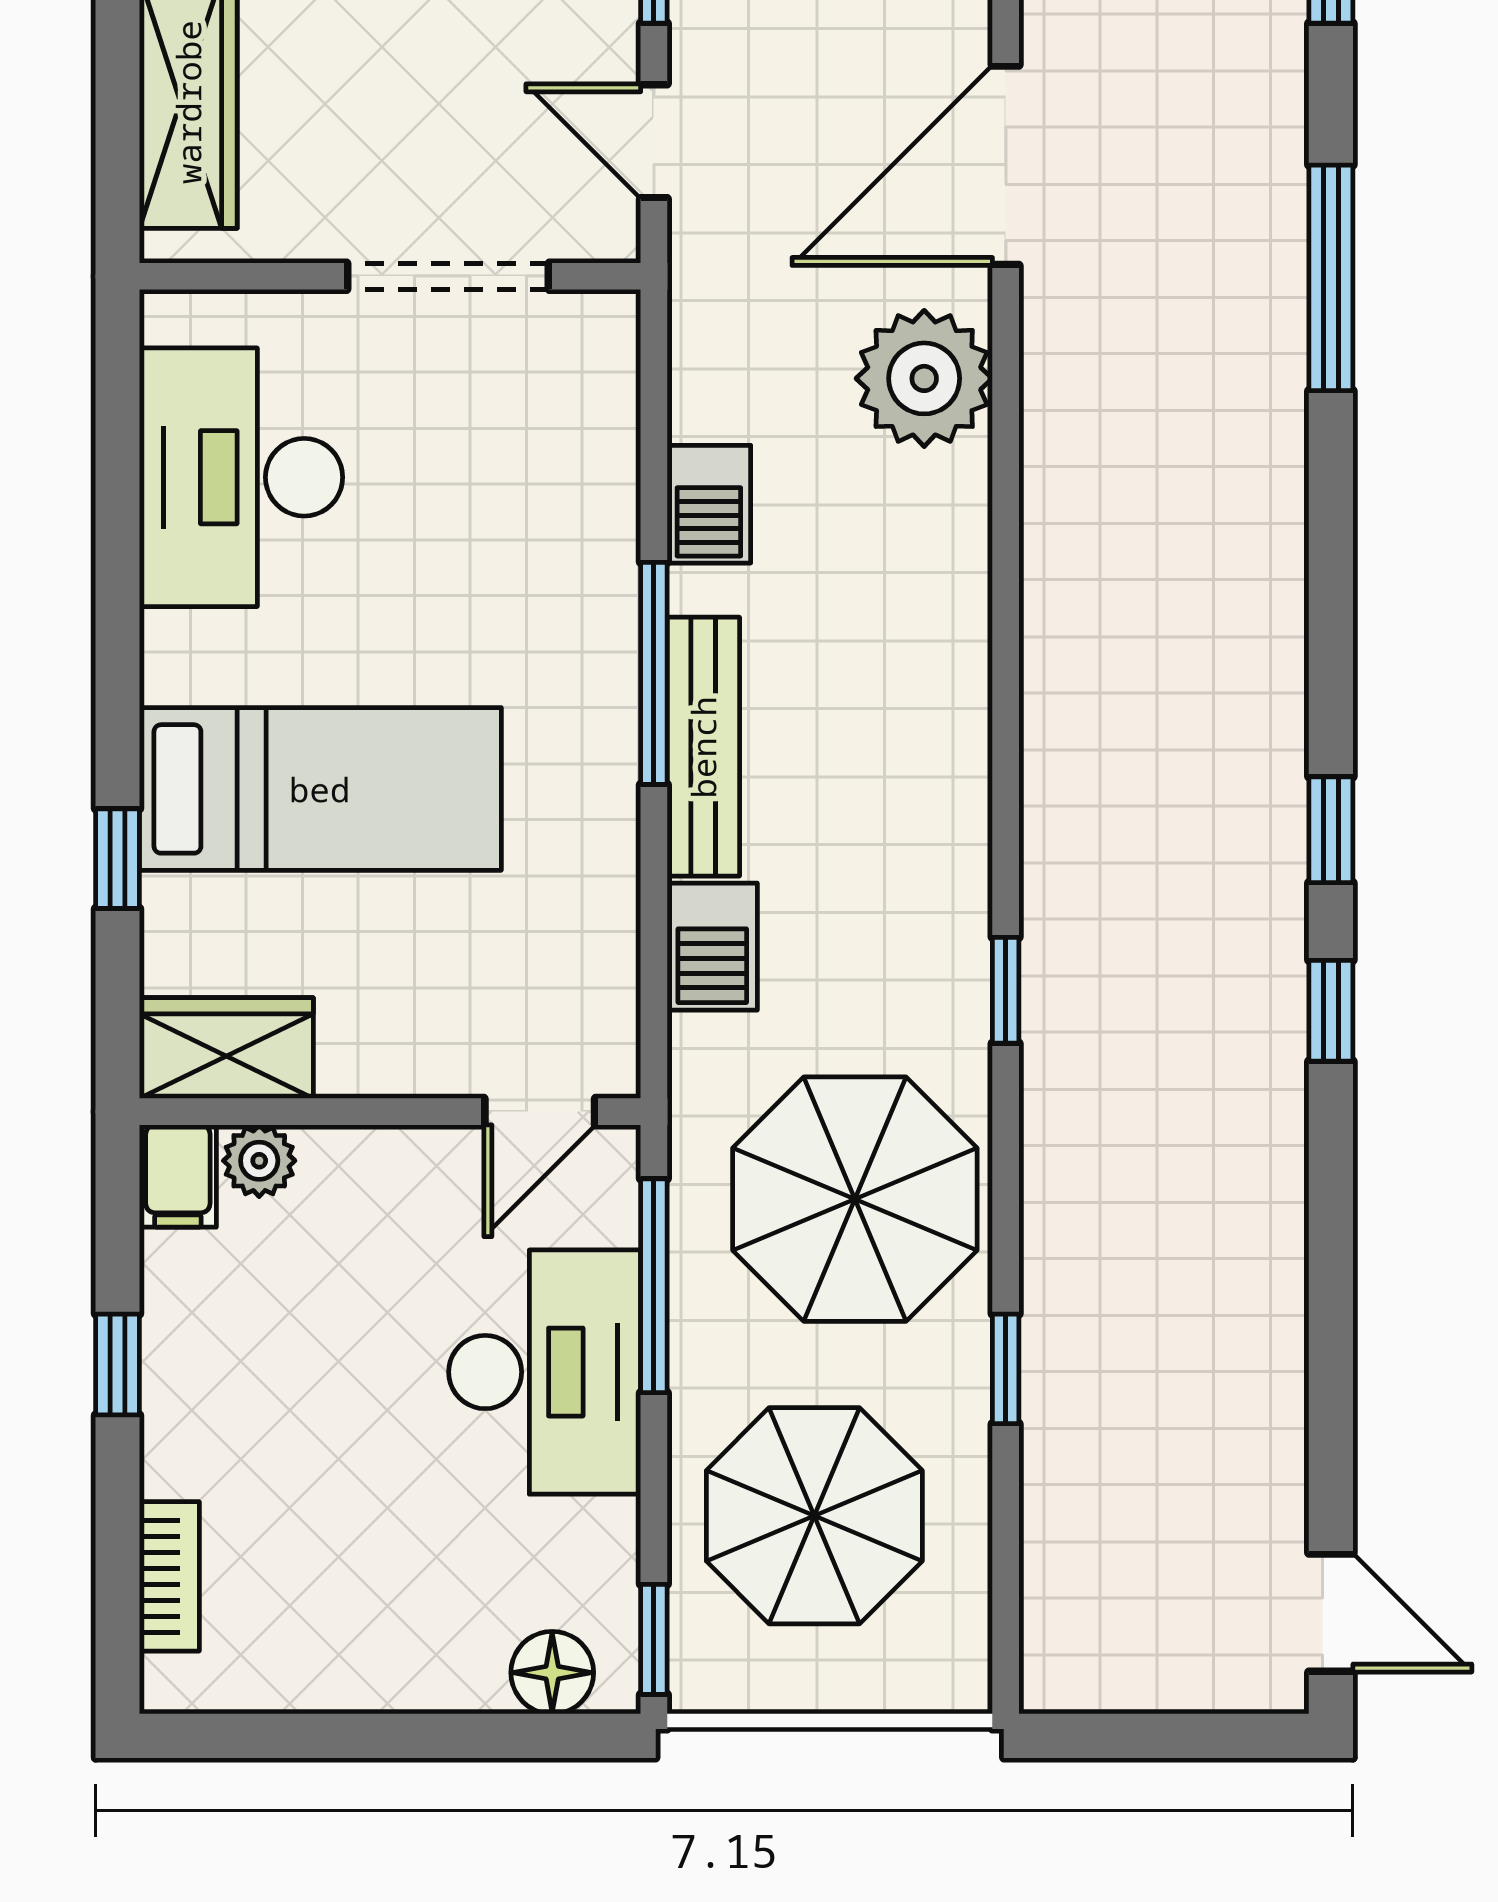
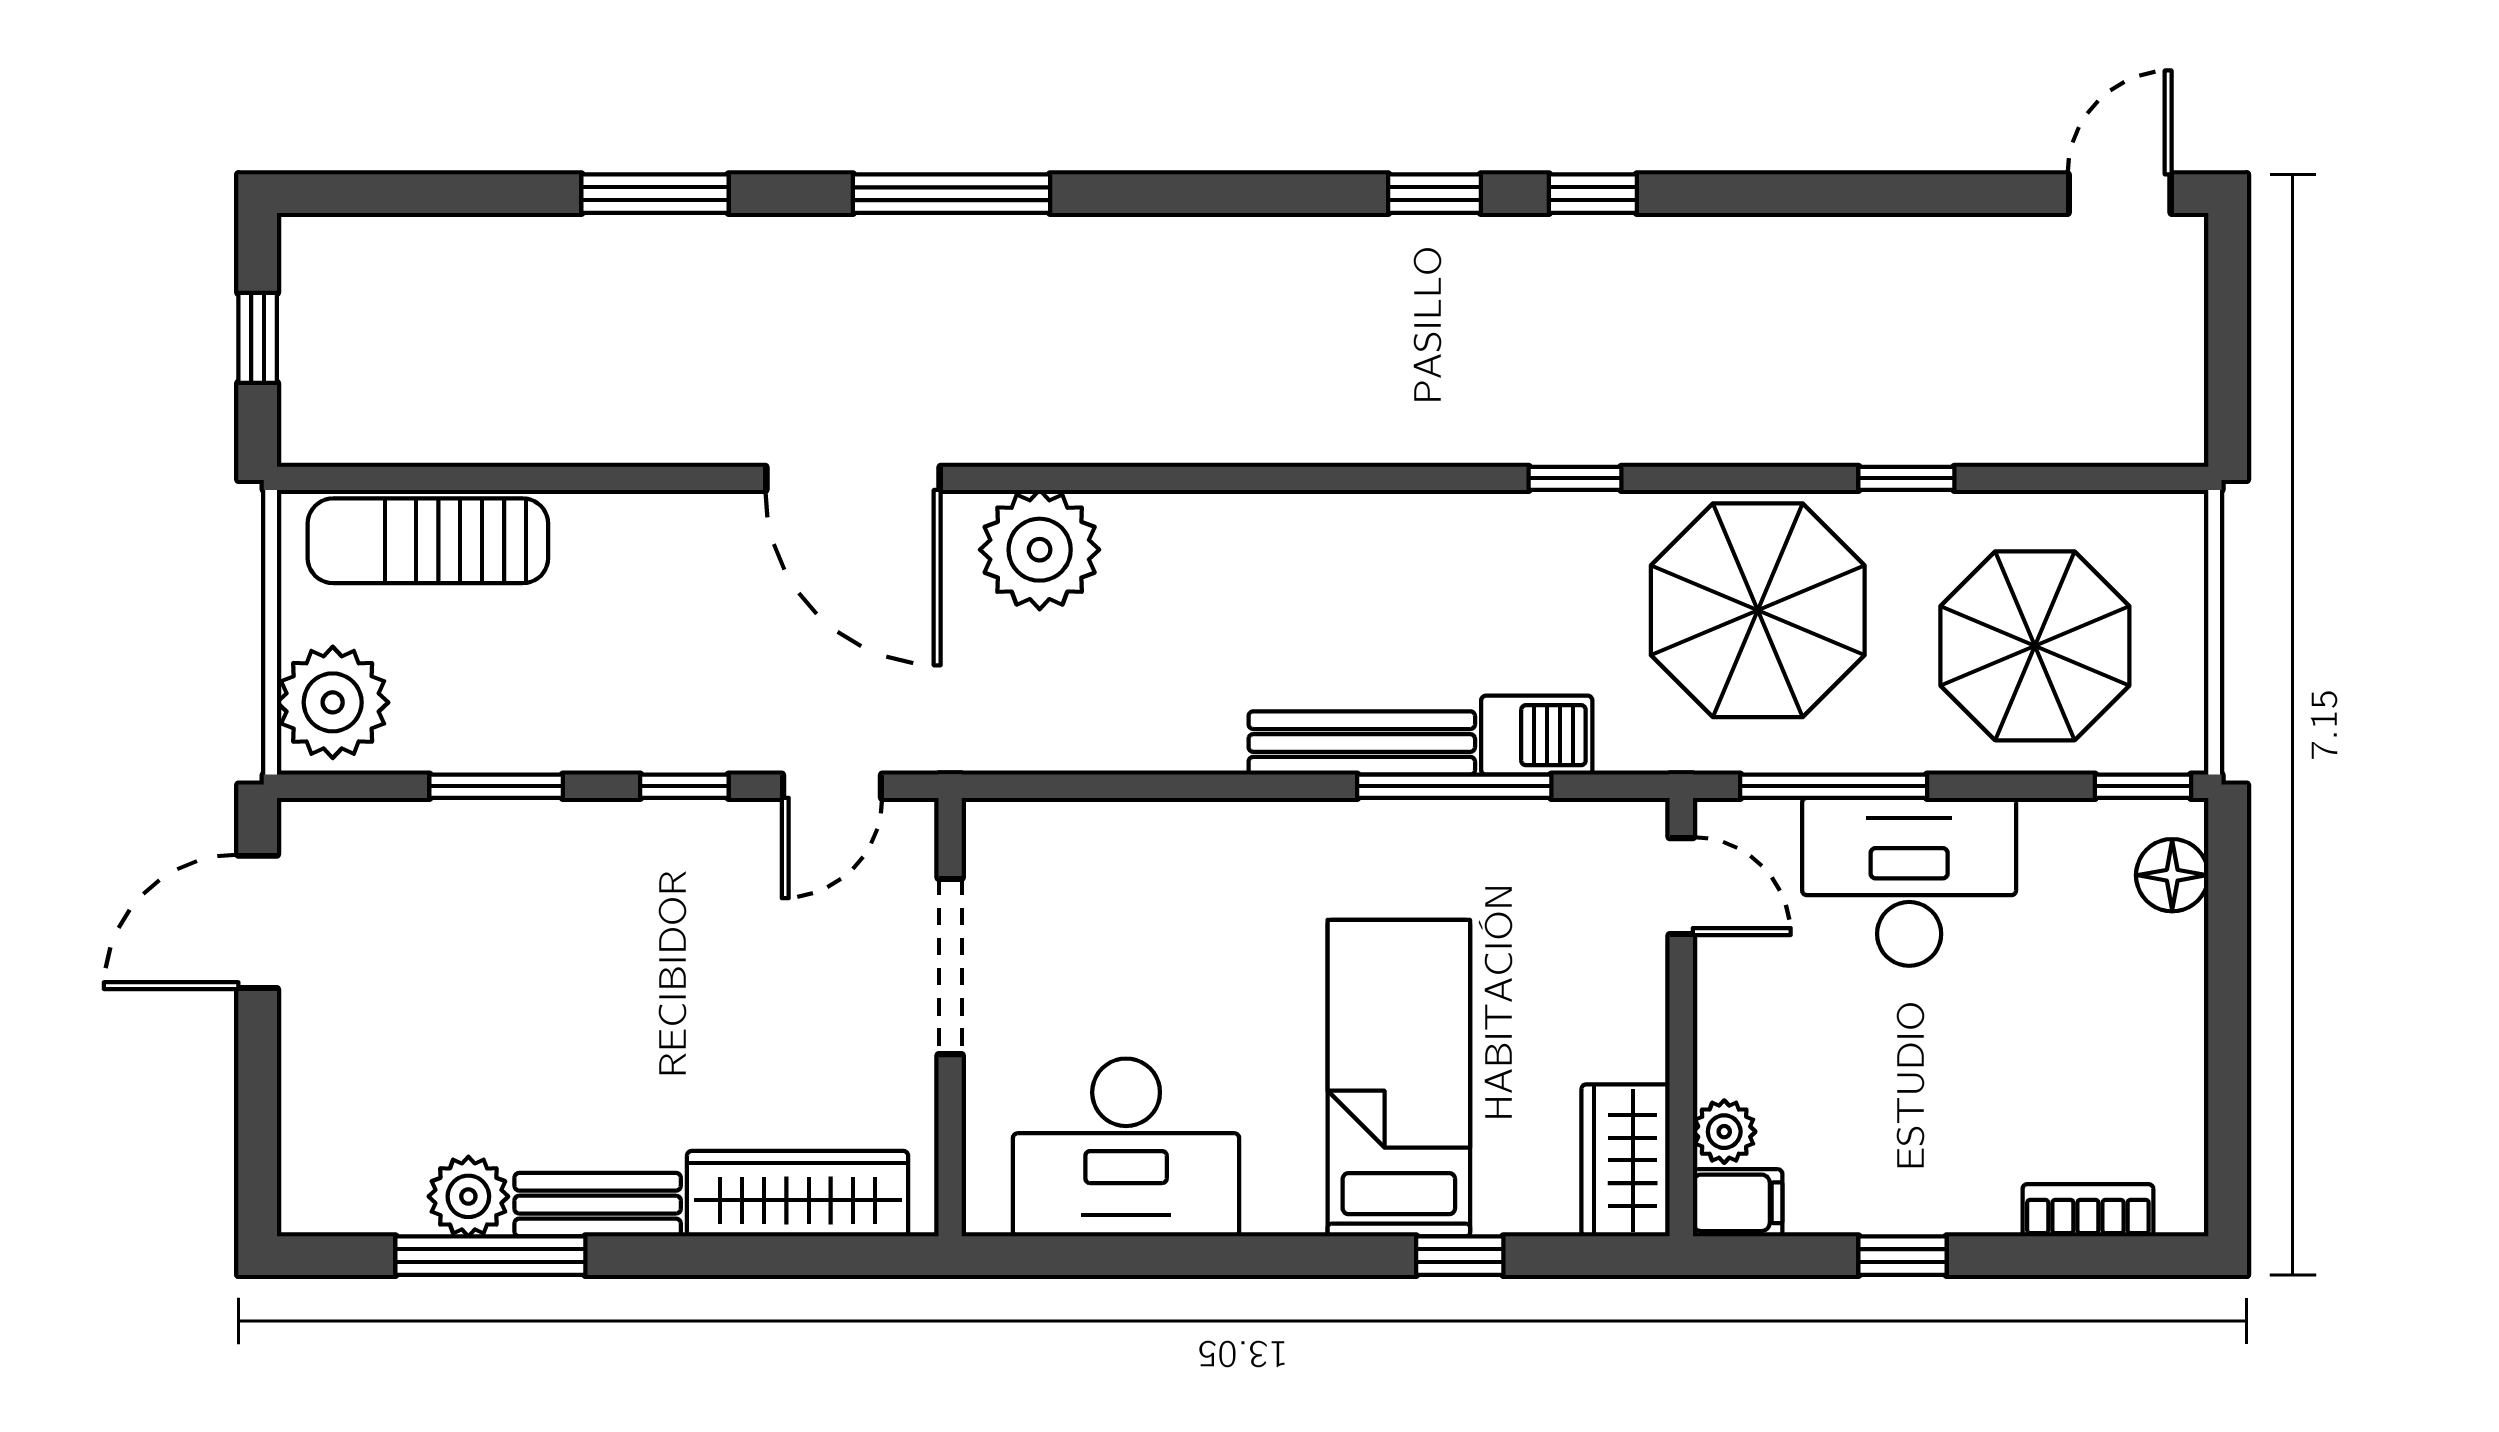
barbecue: (709, 504) -> (1150, 738), removed
window: (654, 673) -> (1454, 786), moved

